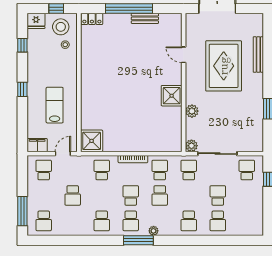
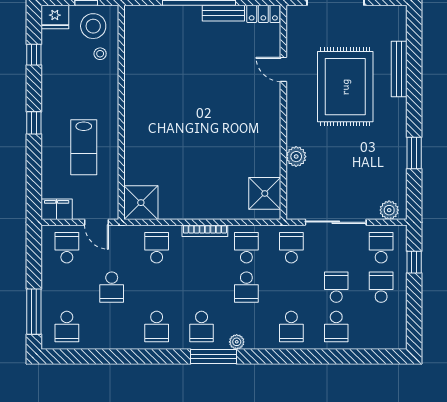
locker: (92, 19) -> (263, 14), moved
shower: (172, 96) -> (265, 193), moved
lab bench: (55, 105) -> (84, 147), turned 180
plant: (191, 146) -> (389, 210), moved
door: (63, 154) -> (97, 222), swing flipped
school desk: (131, 195) -> (381, 287), moved

